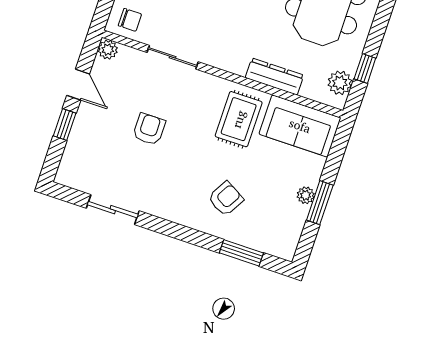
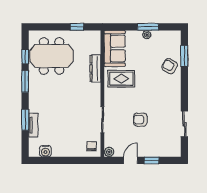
plant: (340, 83) -> (88, 36), removed
armchair: (226, 199) -> (170, 66), moved

